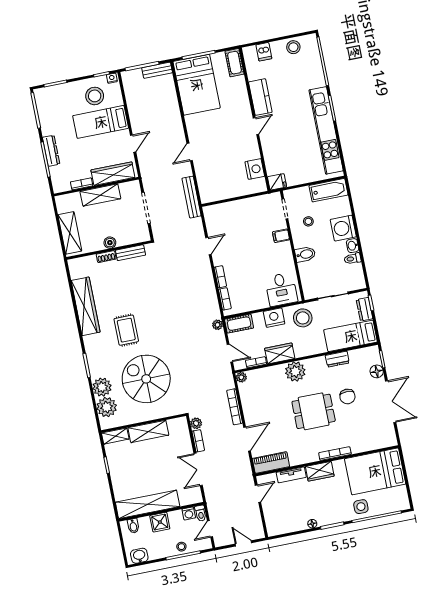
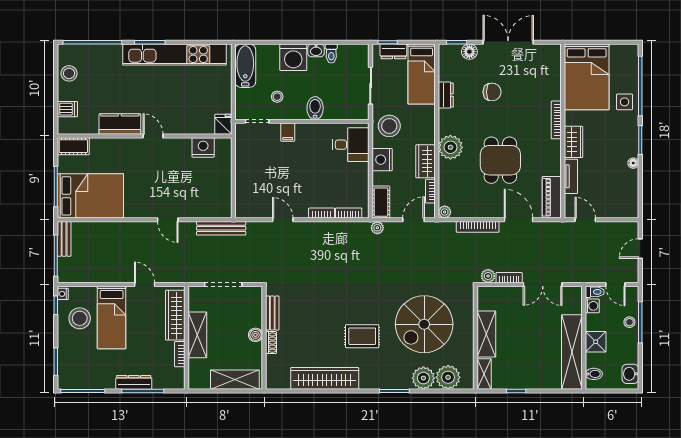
dining table: (314, 411) -> (500, 160), moved

